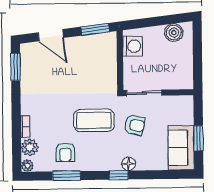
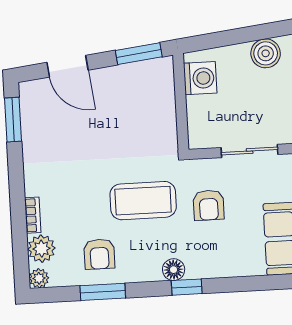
sliding door: (144, 93) -> (250, 151), moved
armchair: (134, 125) -> (209, 205), turned 77
floor lamp: (129, 164) -> (174, 270), moved

